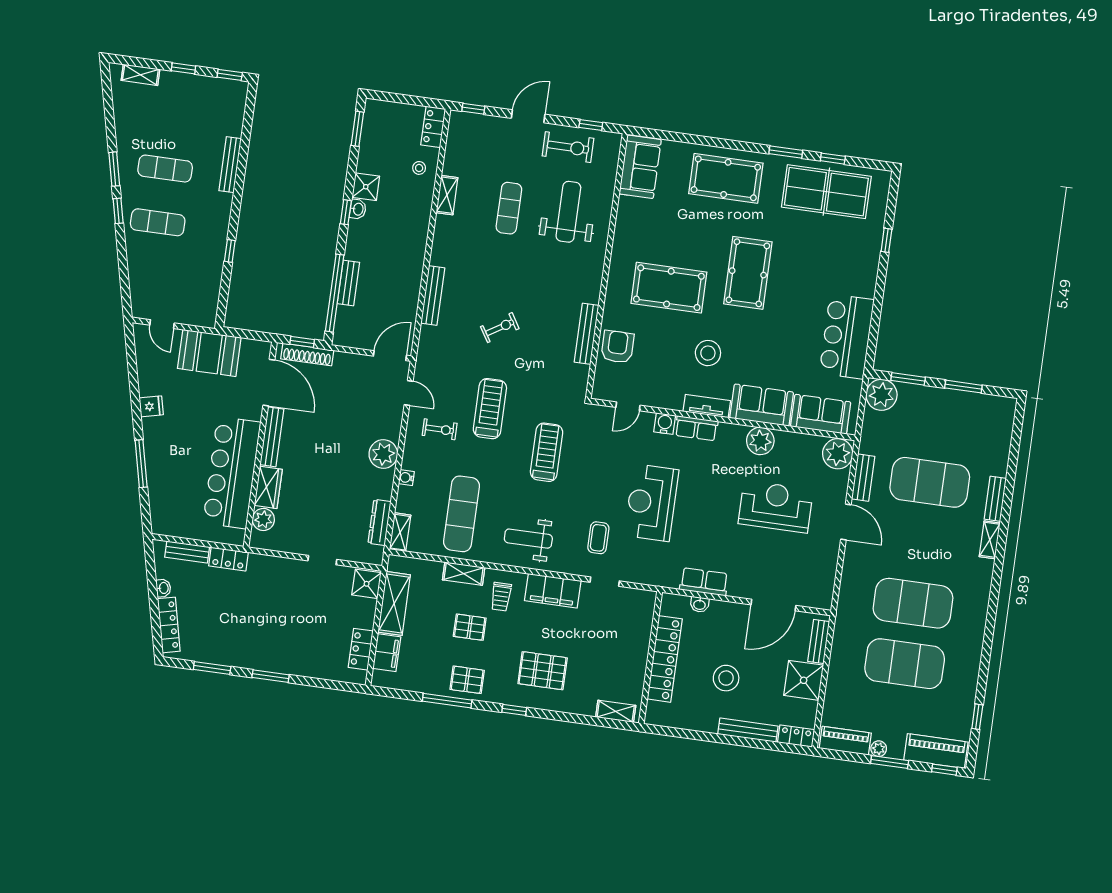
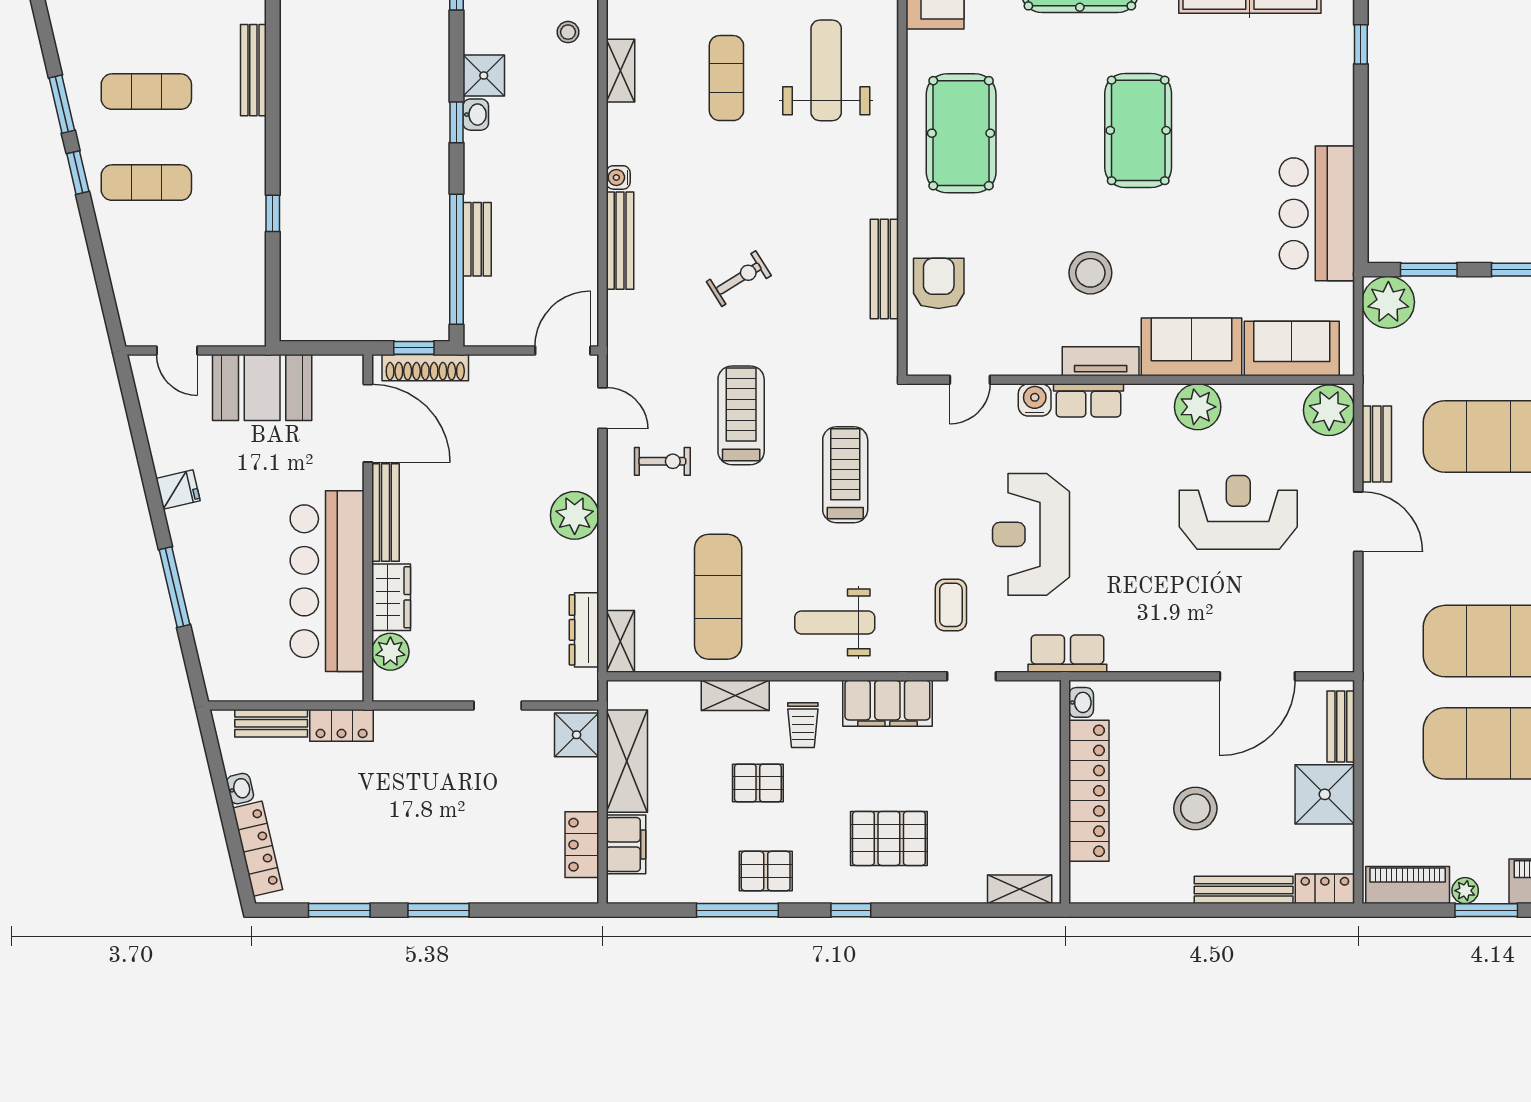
pool table: (669, 288) -> (961, 133), moved, turned 90
water cooler: (406, 478) -> (618, 177), moved
row of seats: (704, 582) -> (1067, 654), moved
washbasin: (699, 604) -> (1081, 702), moved, turned -90

